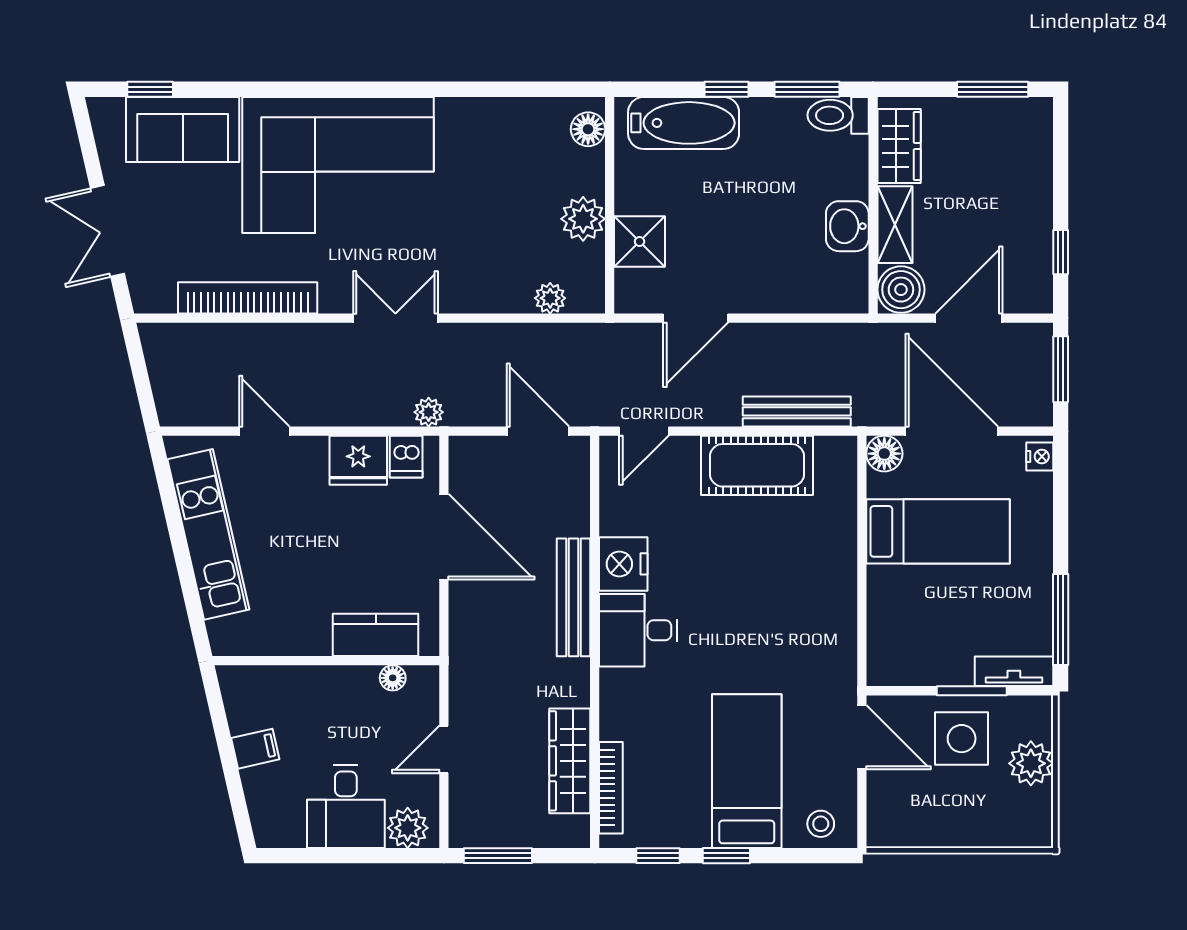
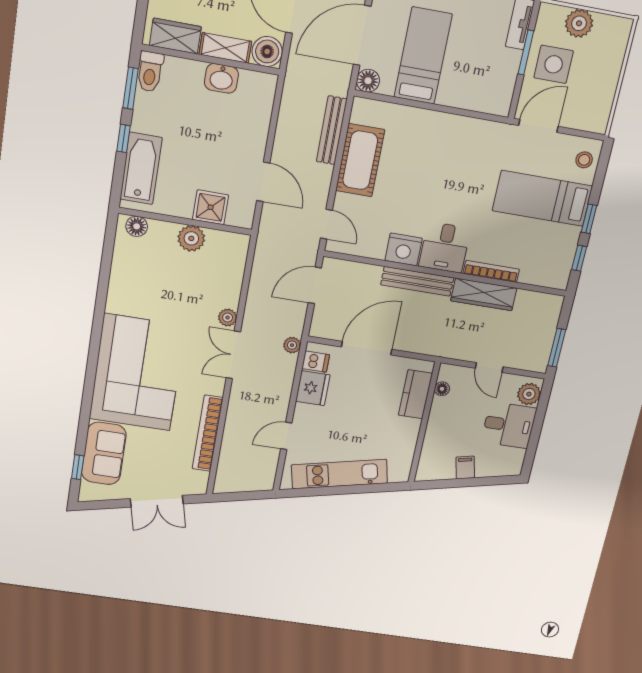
plant: (550, 298) -> (228, 318), moved
wardrobe: (570, 761) -> (484, 294), moved
bookcase: (611, 788) -> (491, 271), moved

